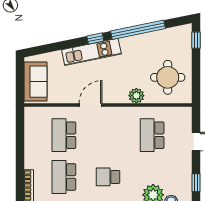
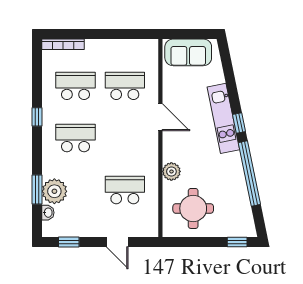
school desk: (108, 177) -> (75, 138), width x1.85

